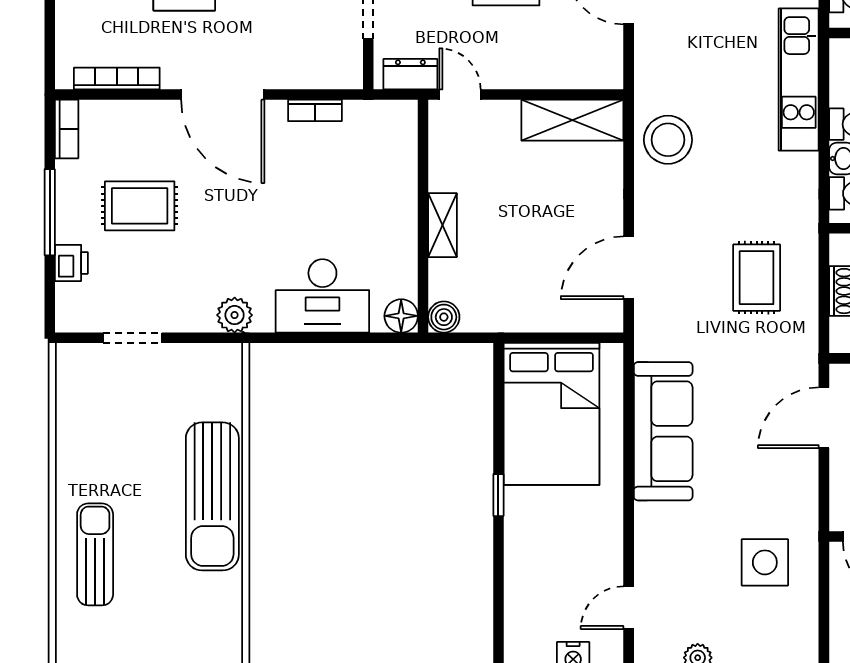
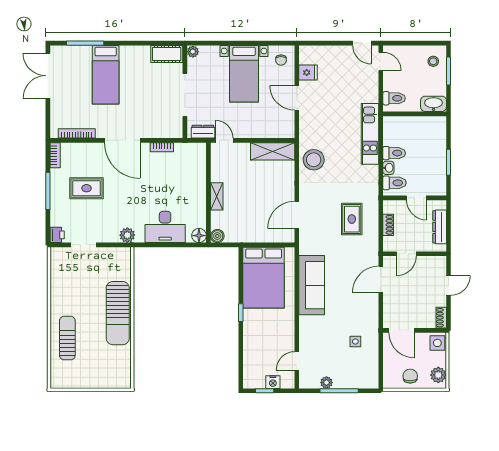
printer: (71, 263) -> (57, 235), moved
side table: (765, 562) -> (355, 342), width x0.54, depth x0.54

